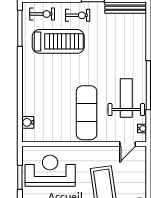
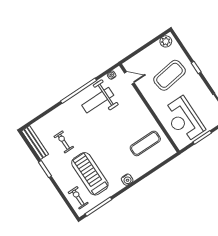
exercise bike: (78, 15) -> (64, 142), moved
exercise mat: (87, 113) -> (145, 143), moved, width x0.73, depth x0.69
water cooler: (28, 122) -> (127, 180), moved

